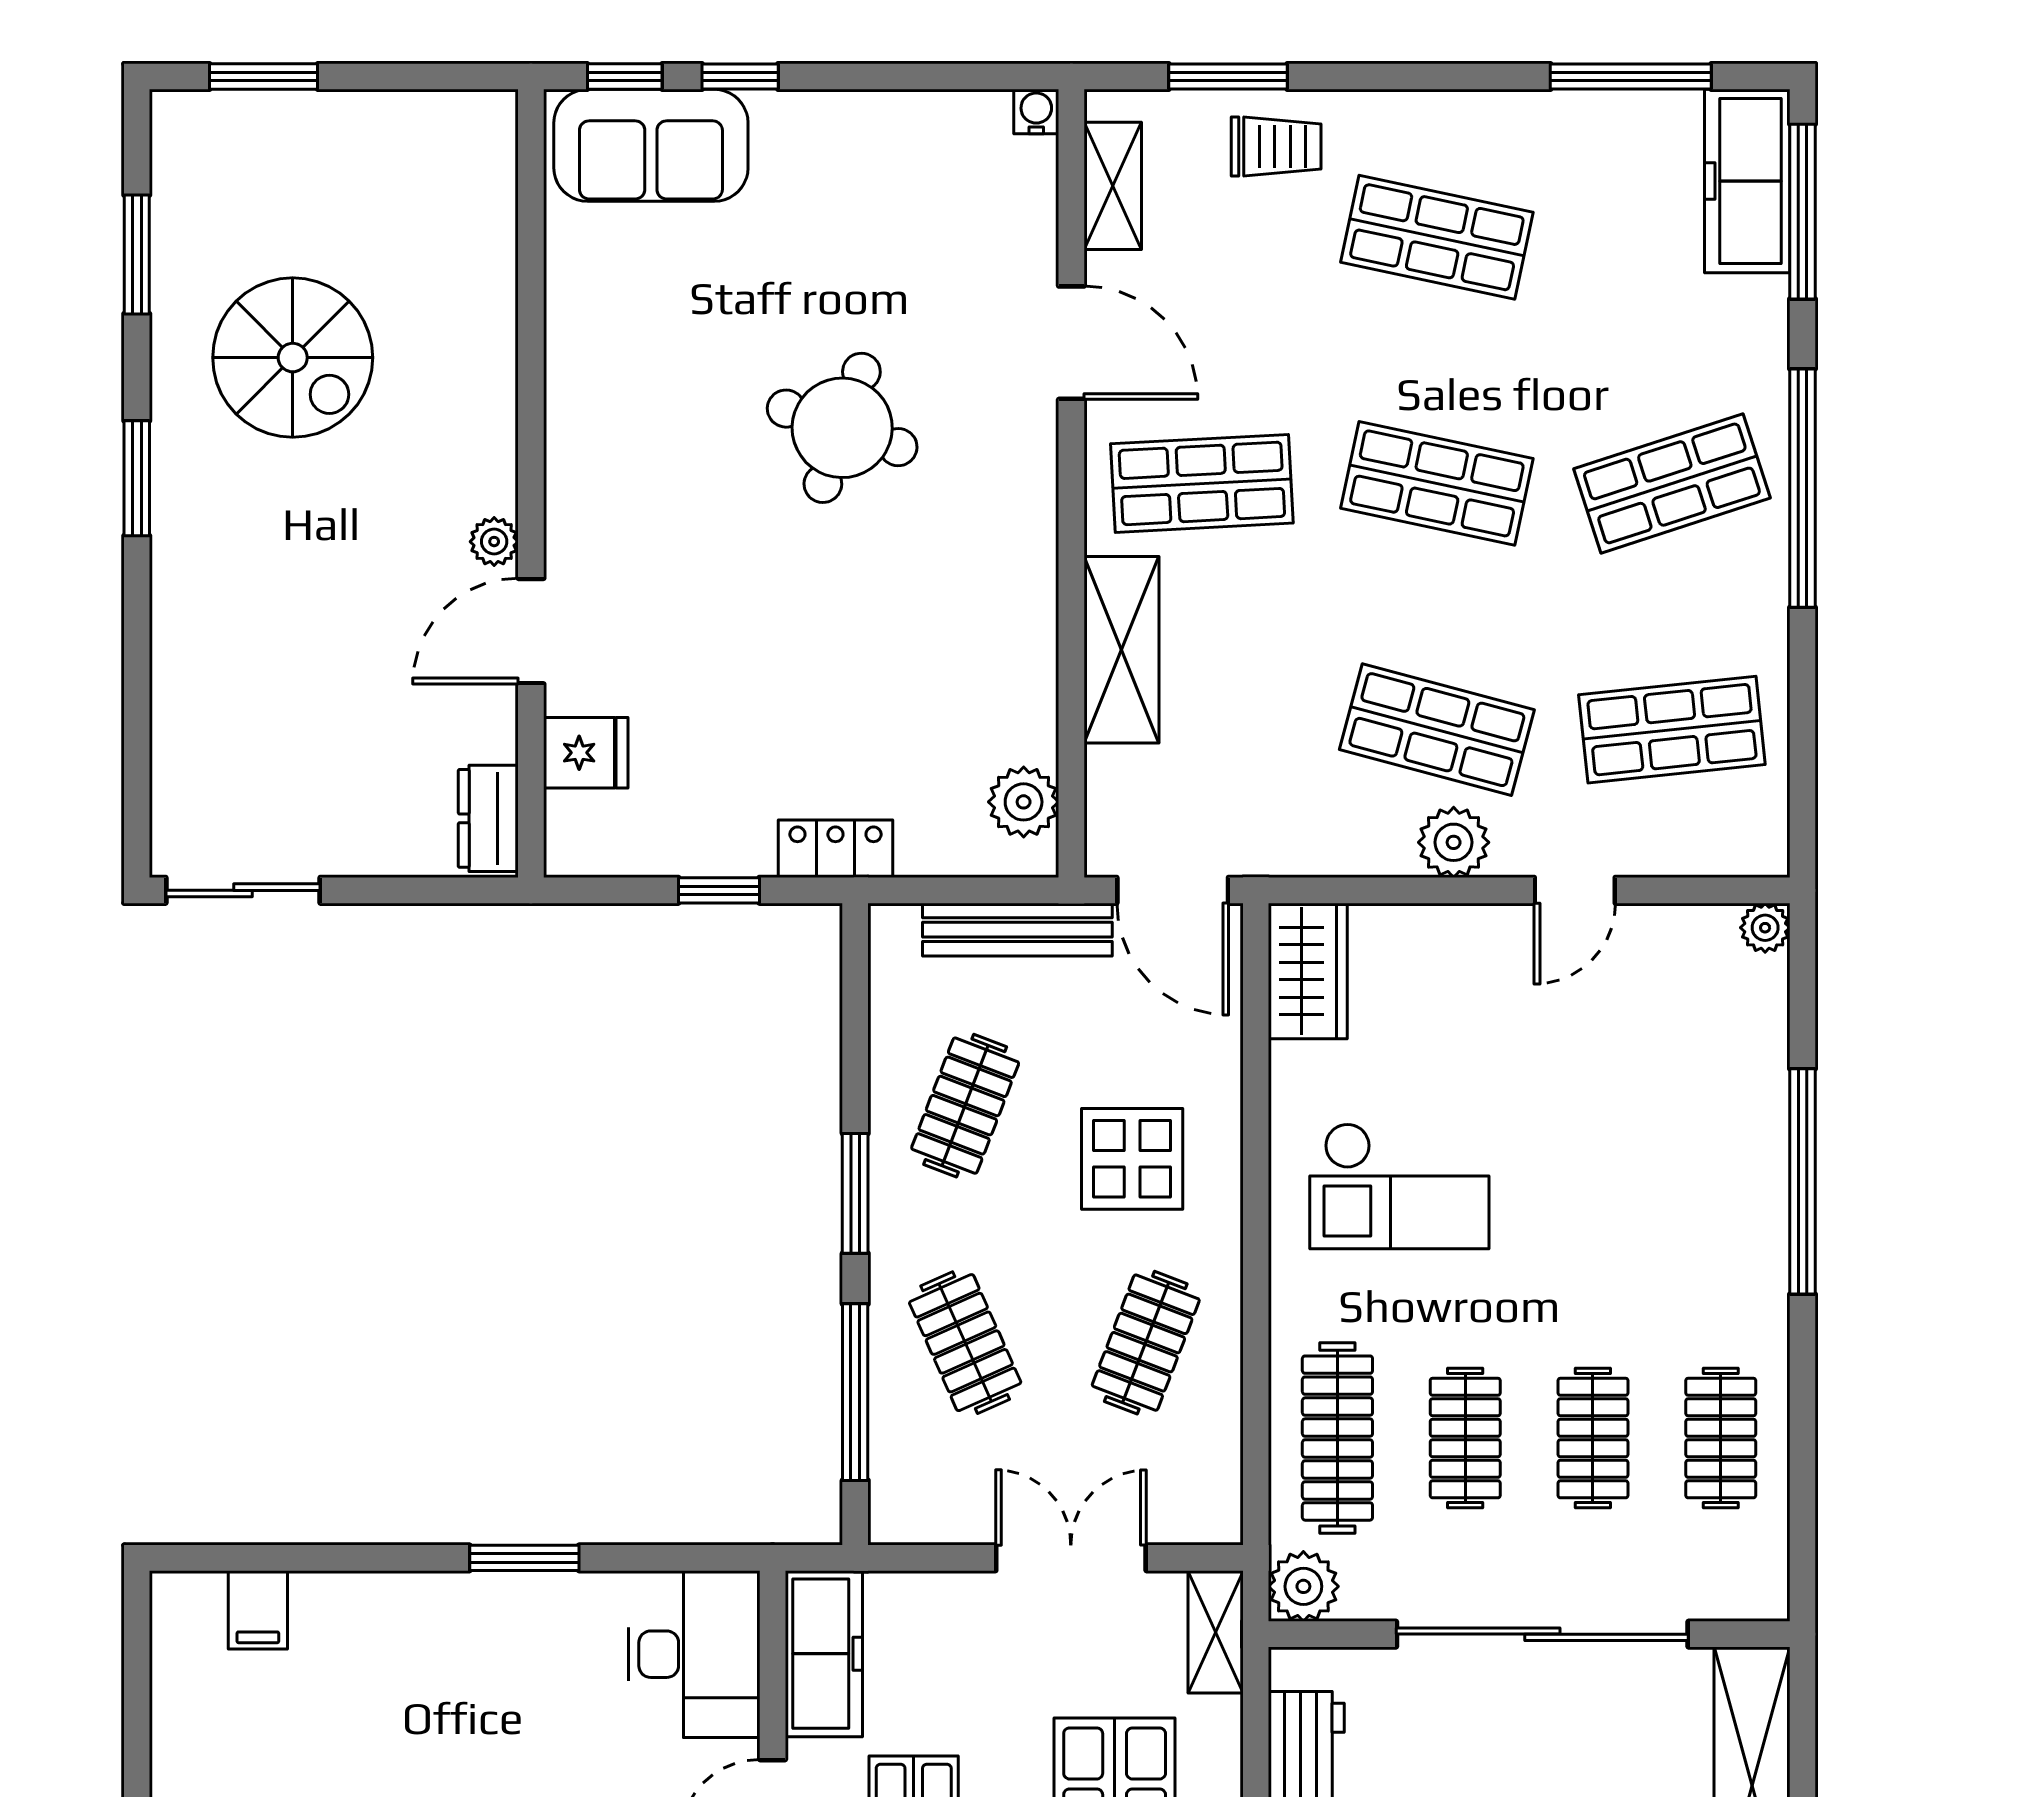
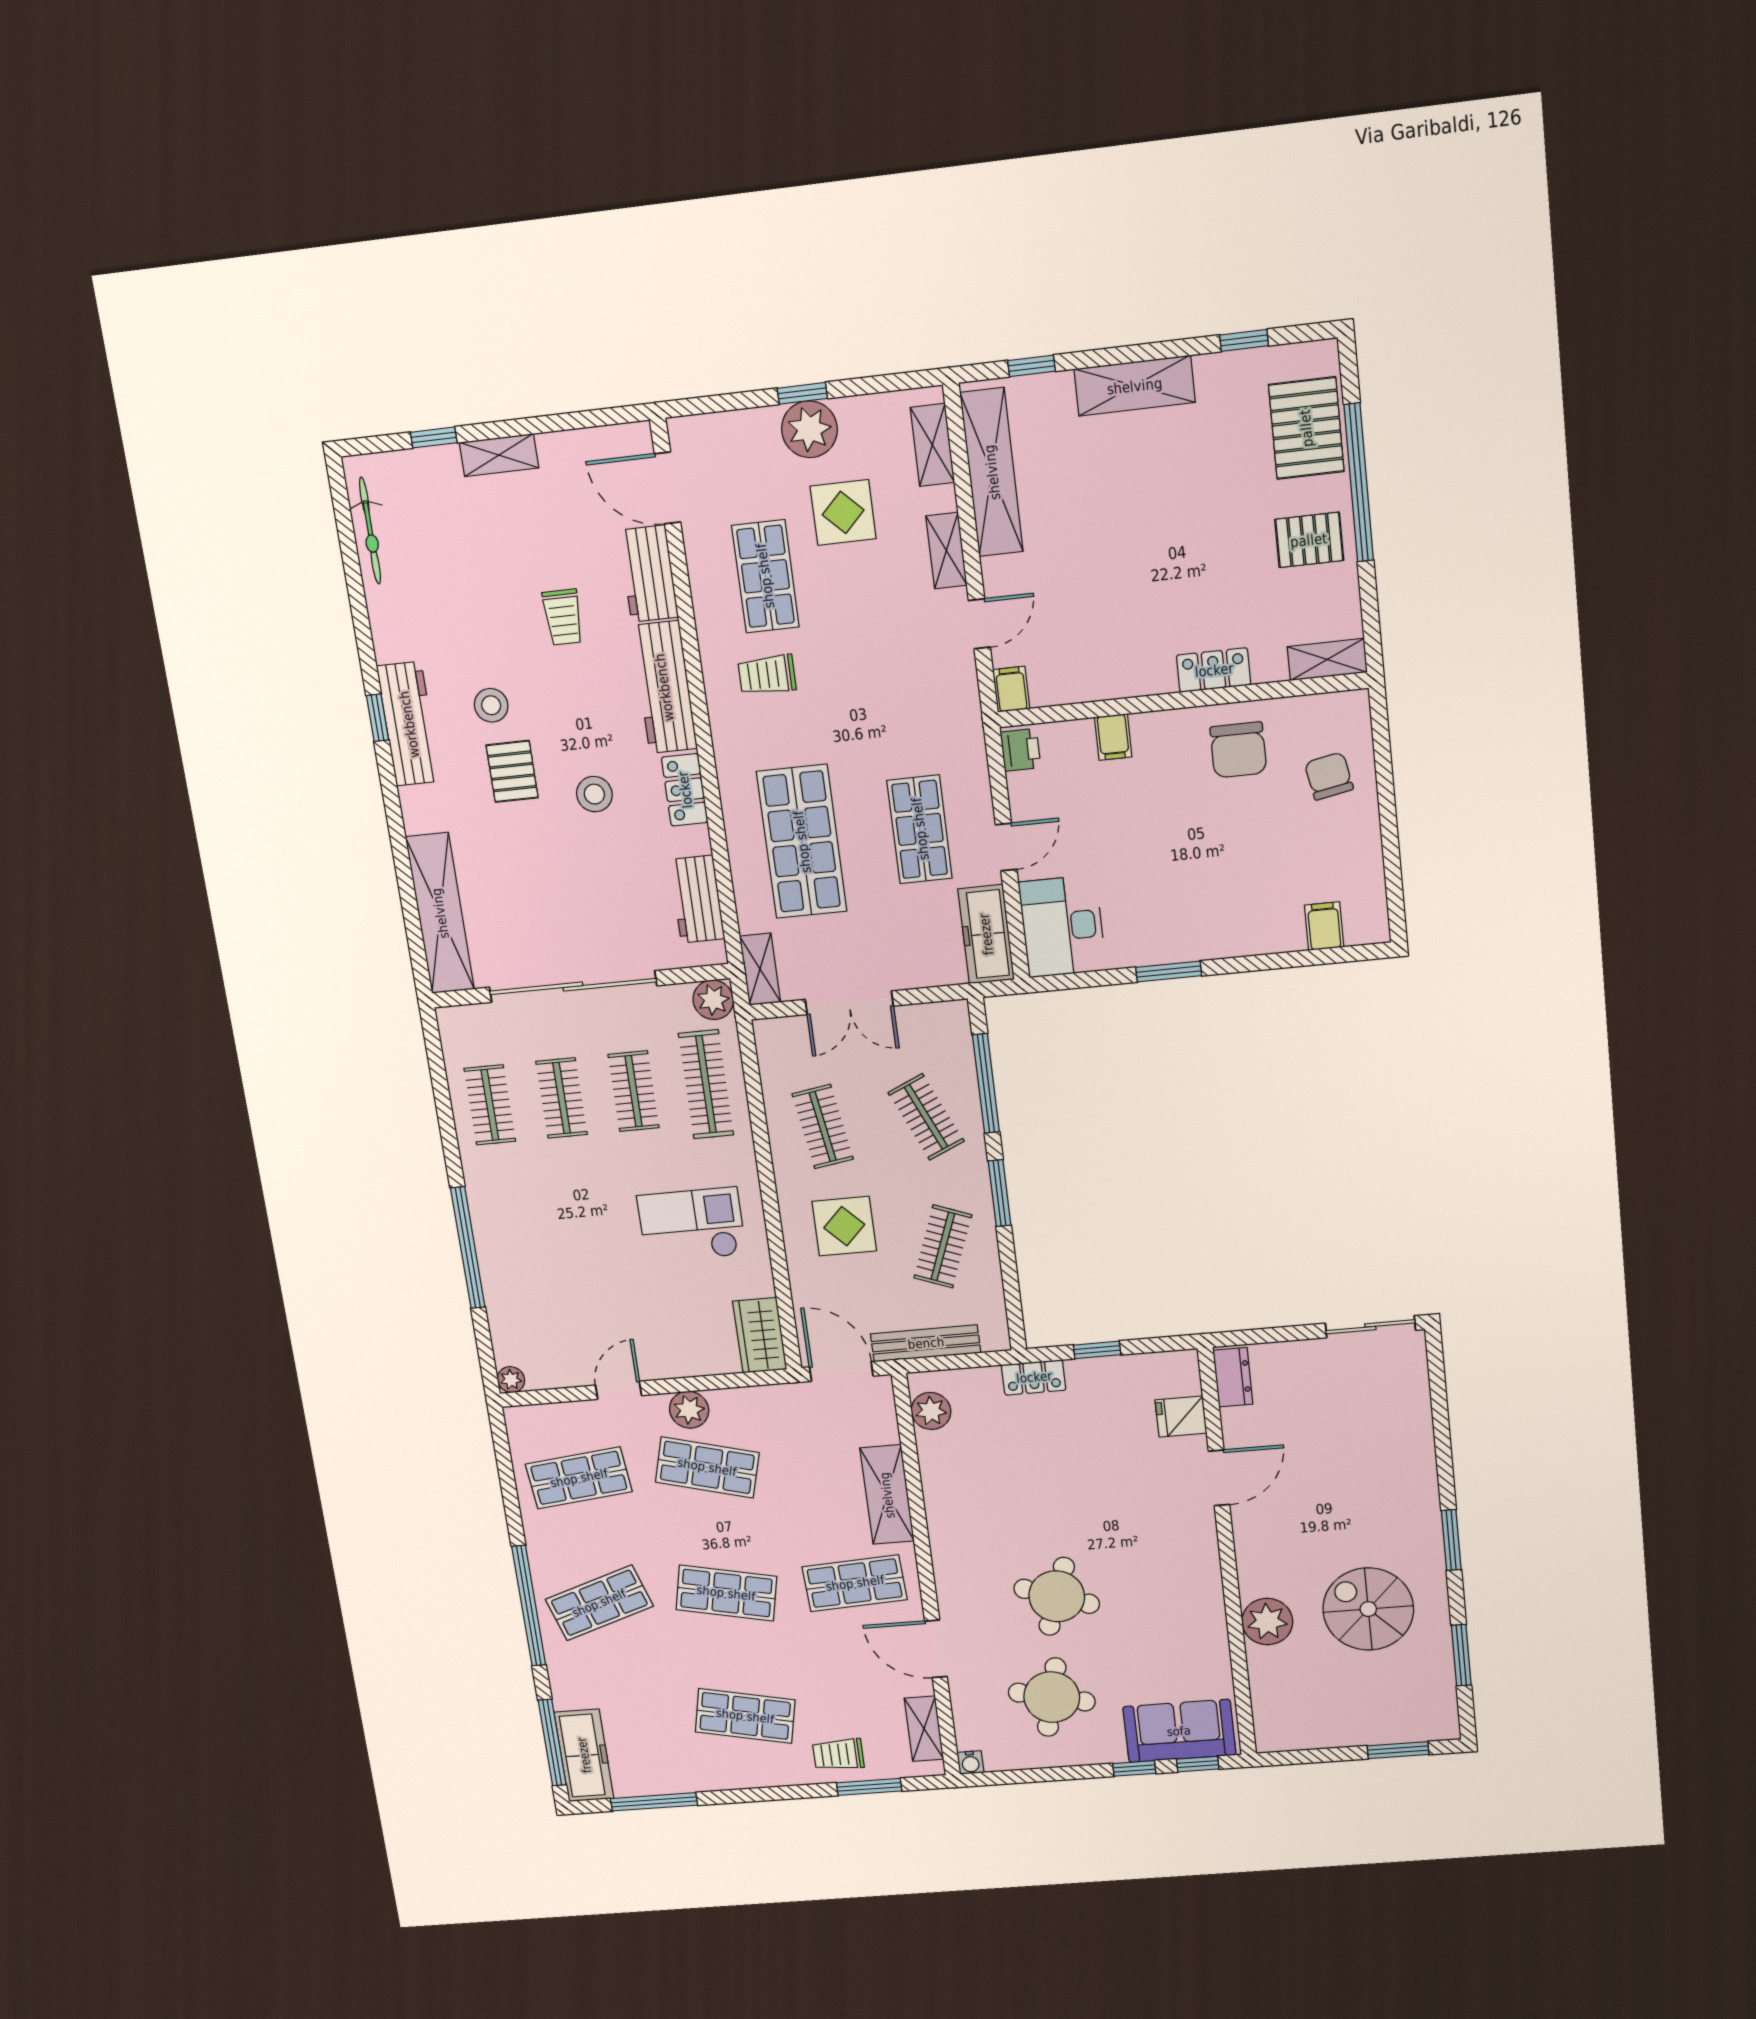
round table: (873, 231) -> (1052, 1697), added
plant: (494, 542) -> (1267, 1622), moved, width x1.88, depth x1.88
clothes rail: (1146, 1343) -> (823, 1127), turned -30

